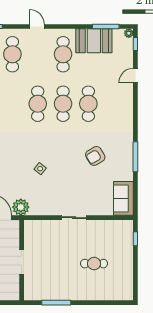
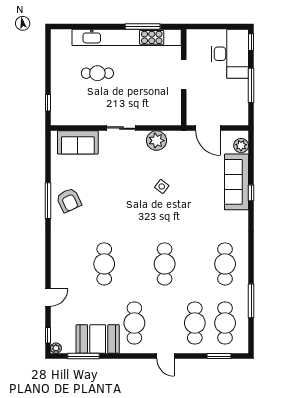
cafe table: (63, 104) -> (134, 264), removed
armchair: (95, 156) -> (69, 200), moved, turned 96
sofa: (123, 198) -> (78, 142), moved, turned 90
plant: (21, 207) -> (156, 141), moved
kitchen unit: (70, 294) -> (127, 37), added

